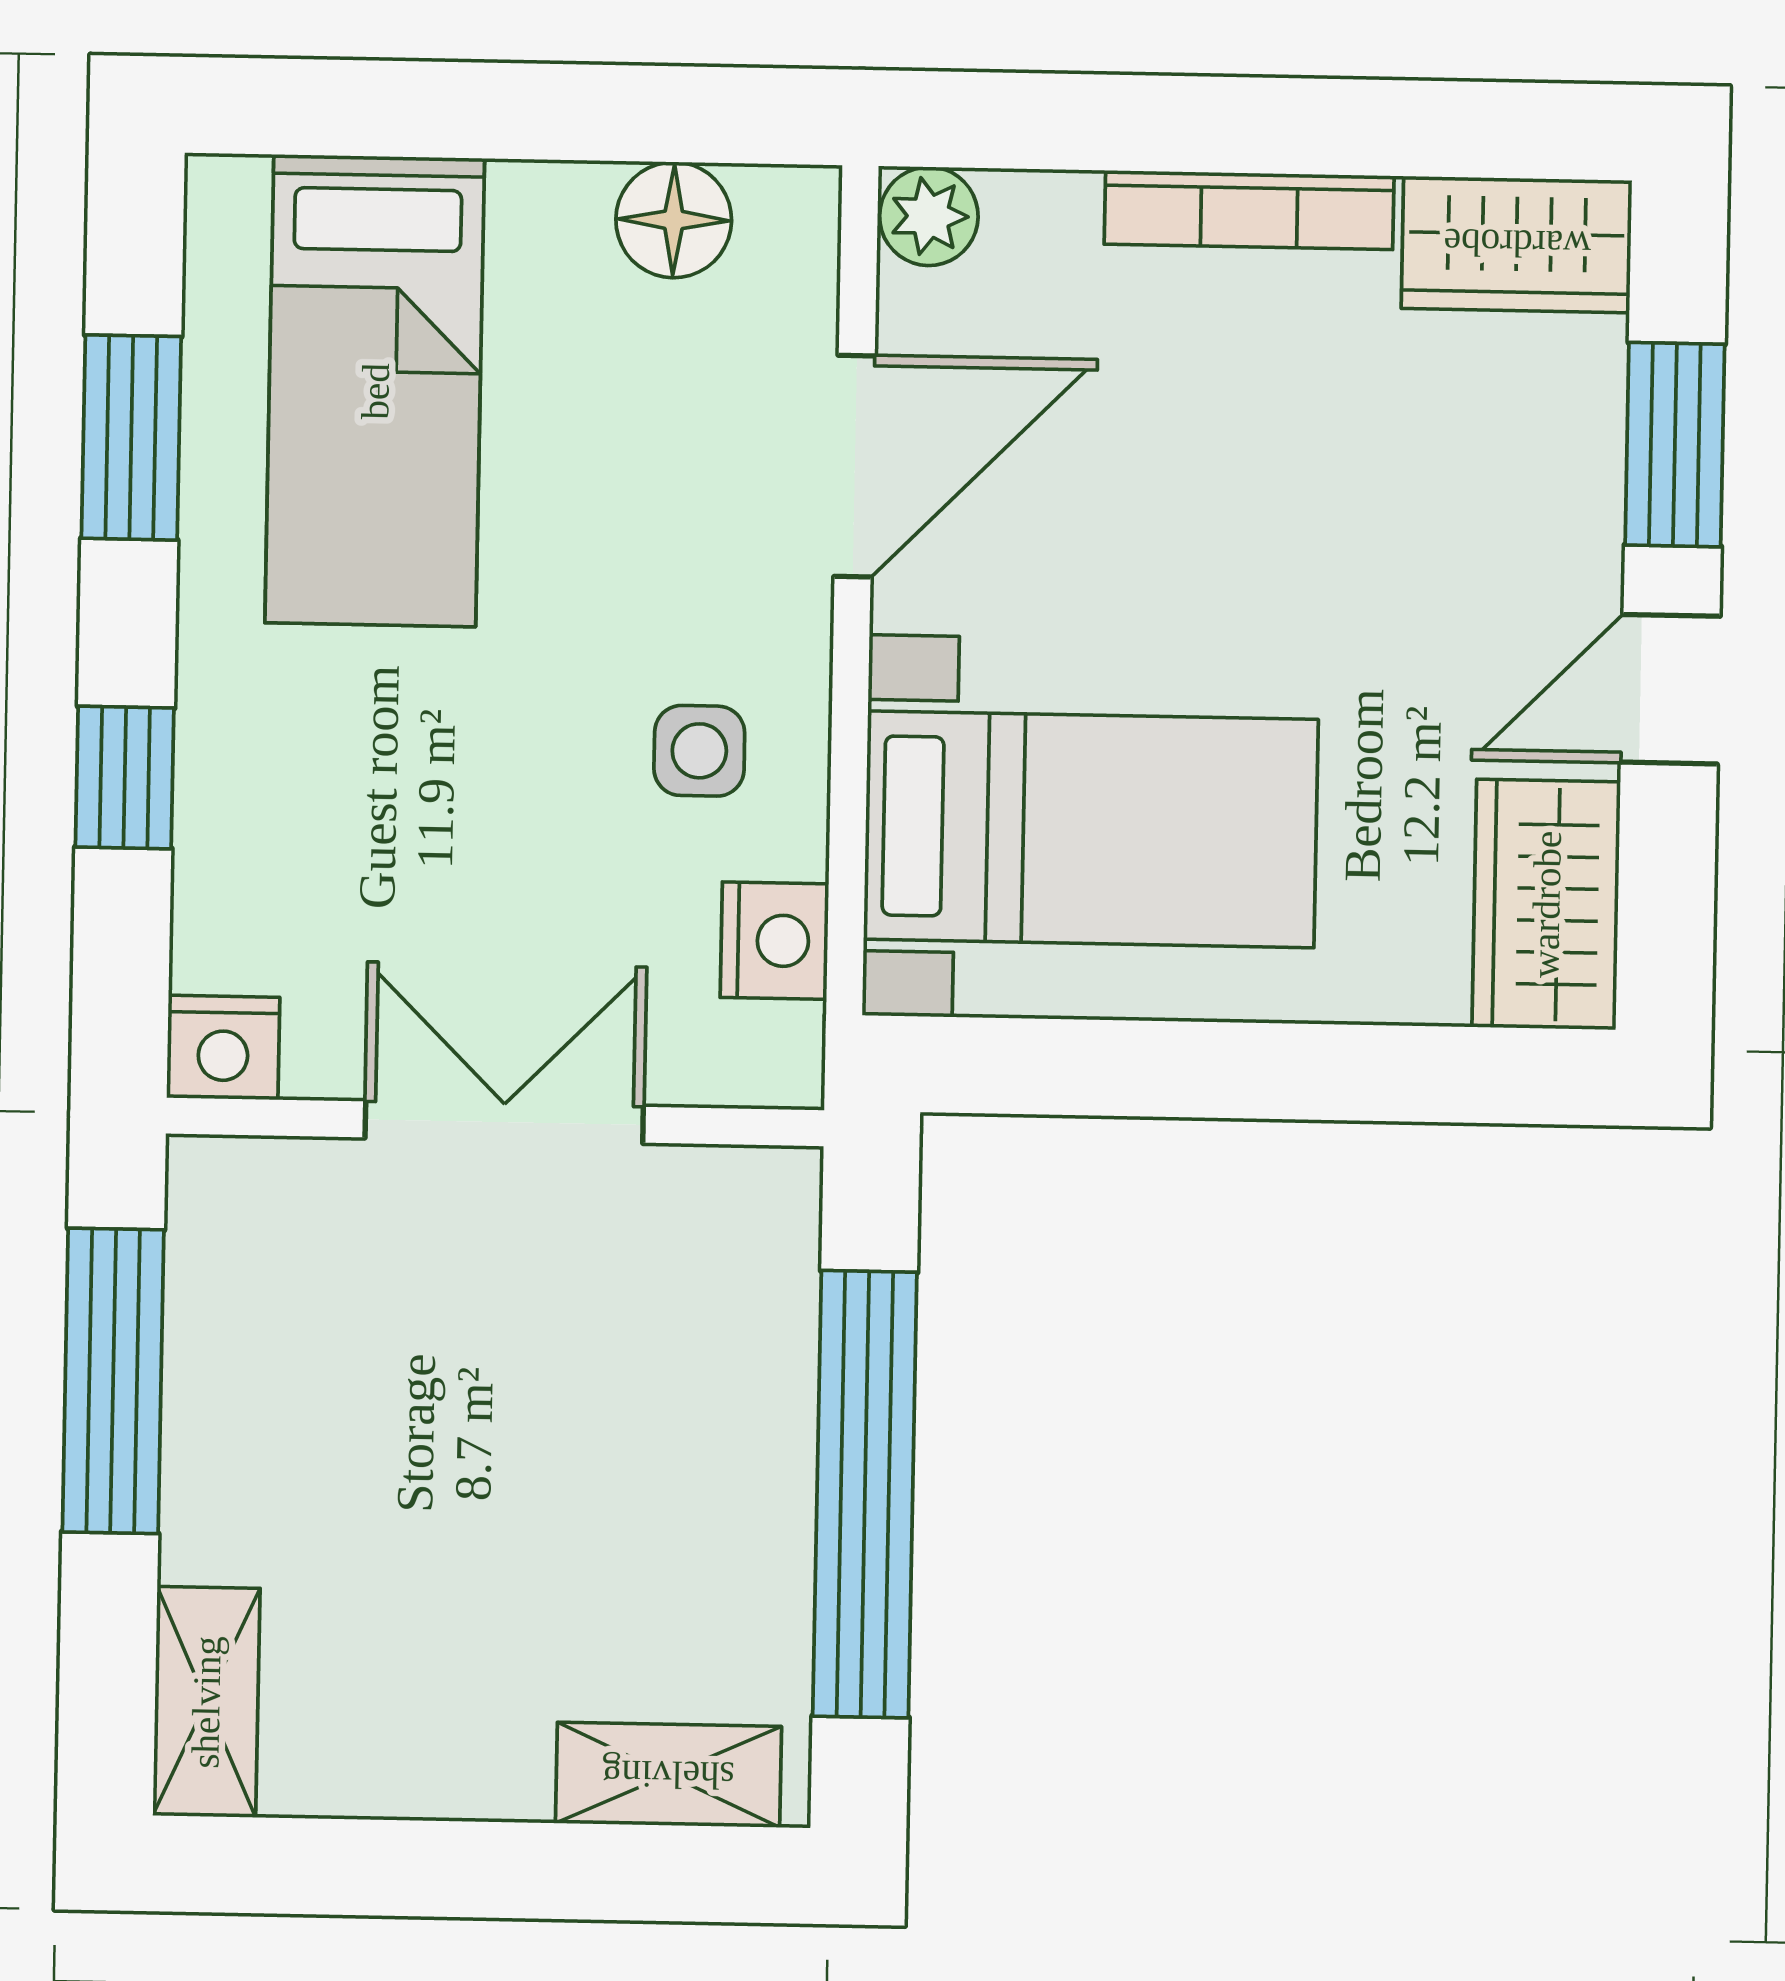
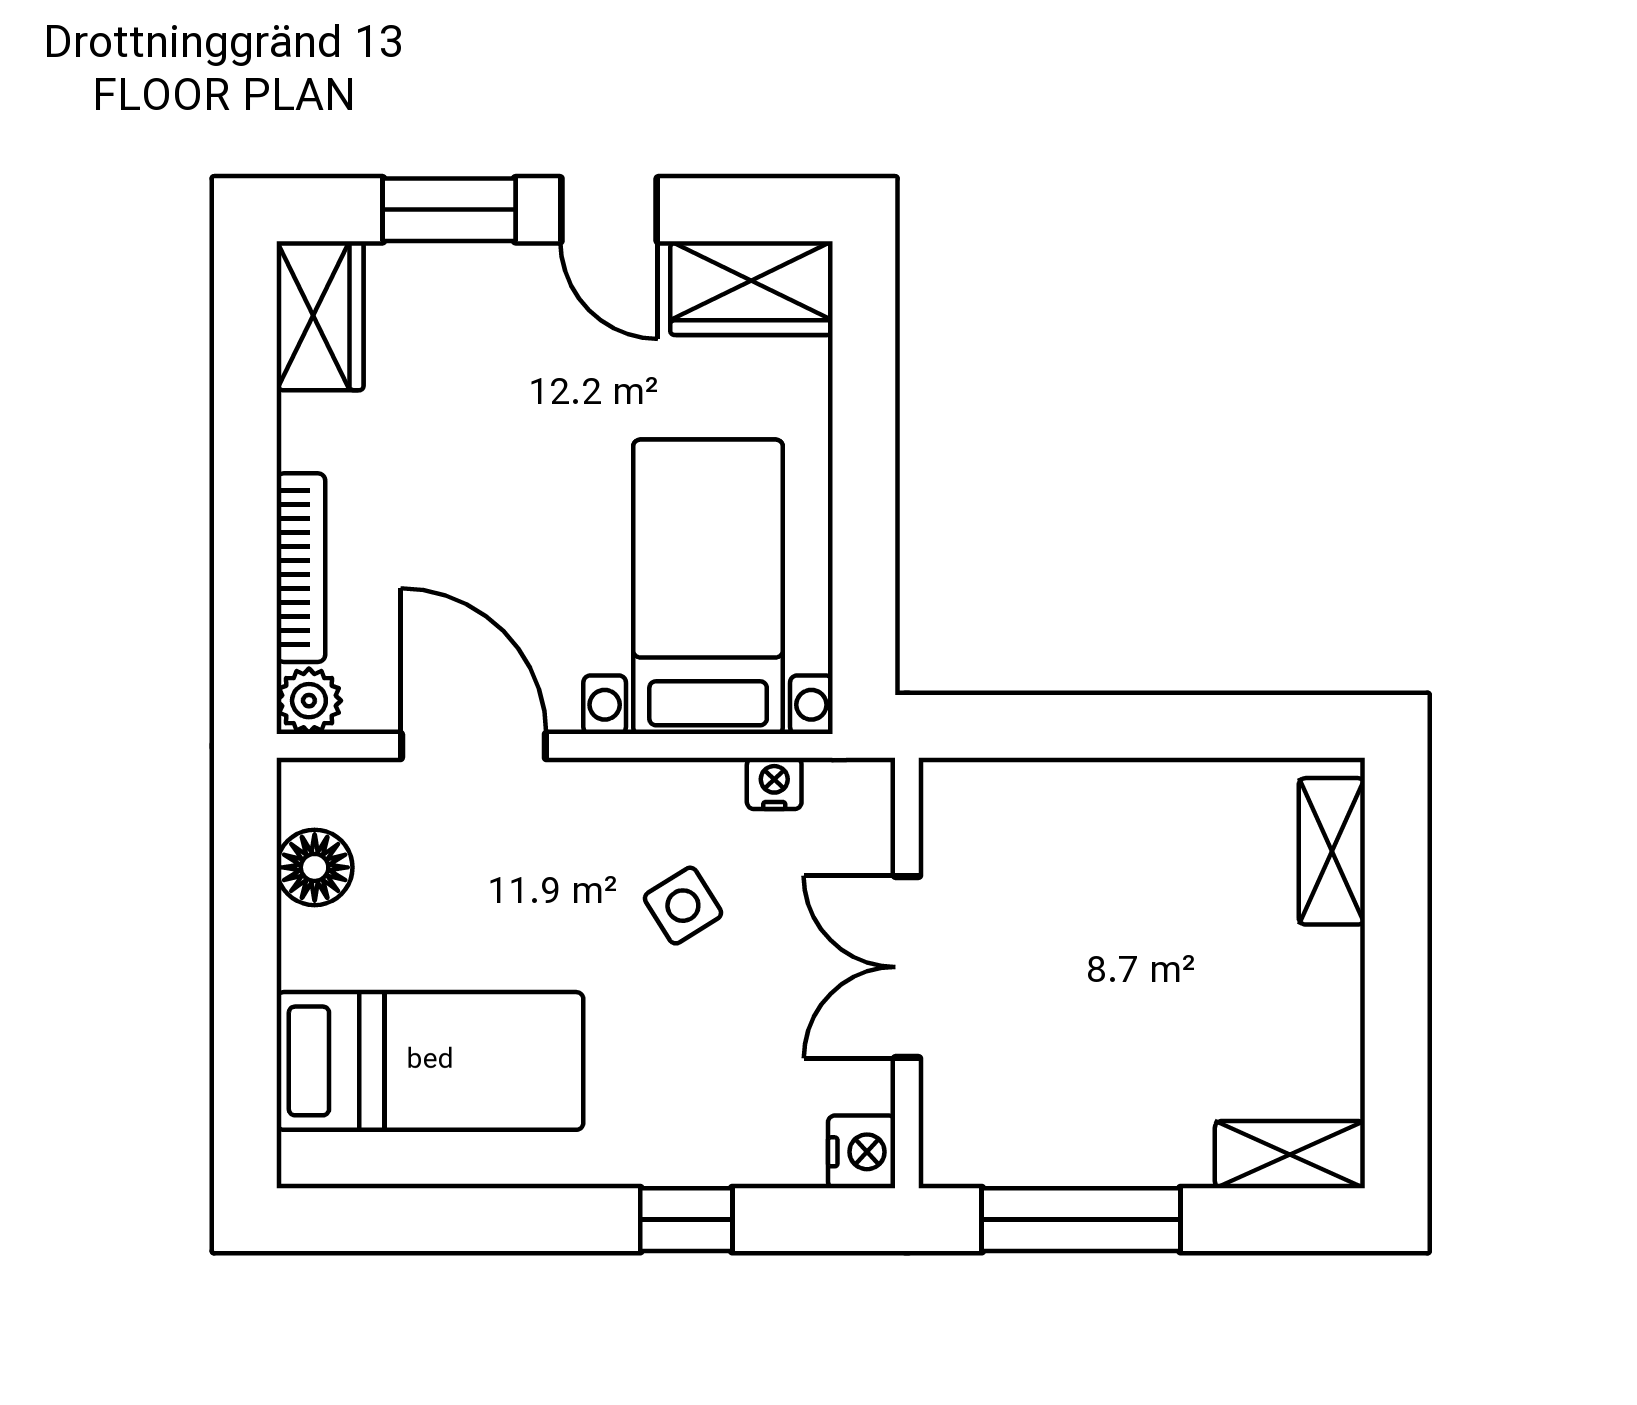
bookcase: (1249, 210) -> (301, 568), moved
window: (131, 437) -> (464, 1220), removed
side table: (699, 751) -> (683, 906), moved, turned -32
nightstand: (774, 941) -> (774, 783), width x0.72, depth x0.74
window: (865, 1494) -> (1146, 726), removed

